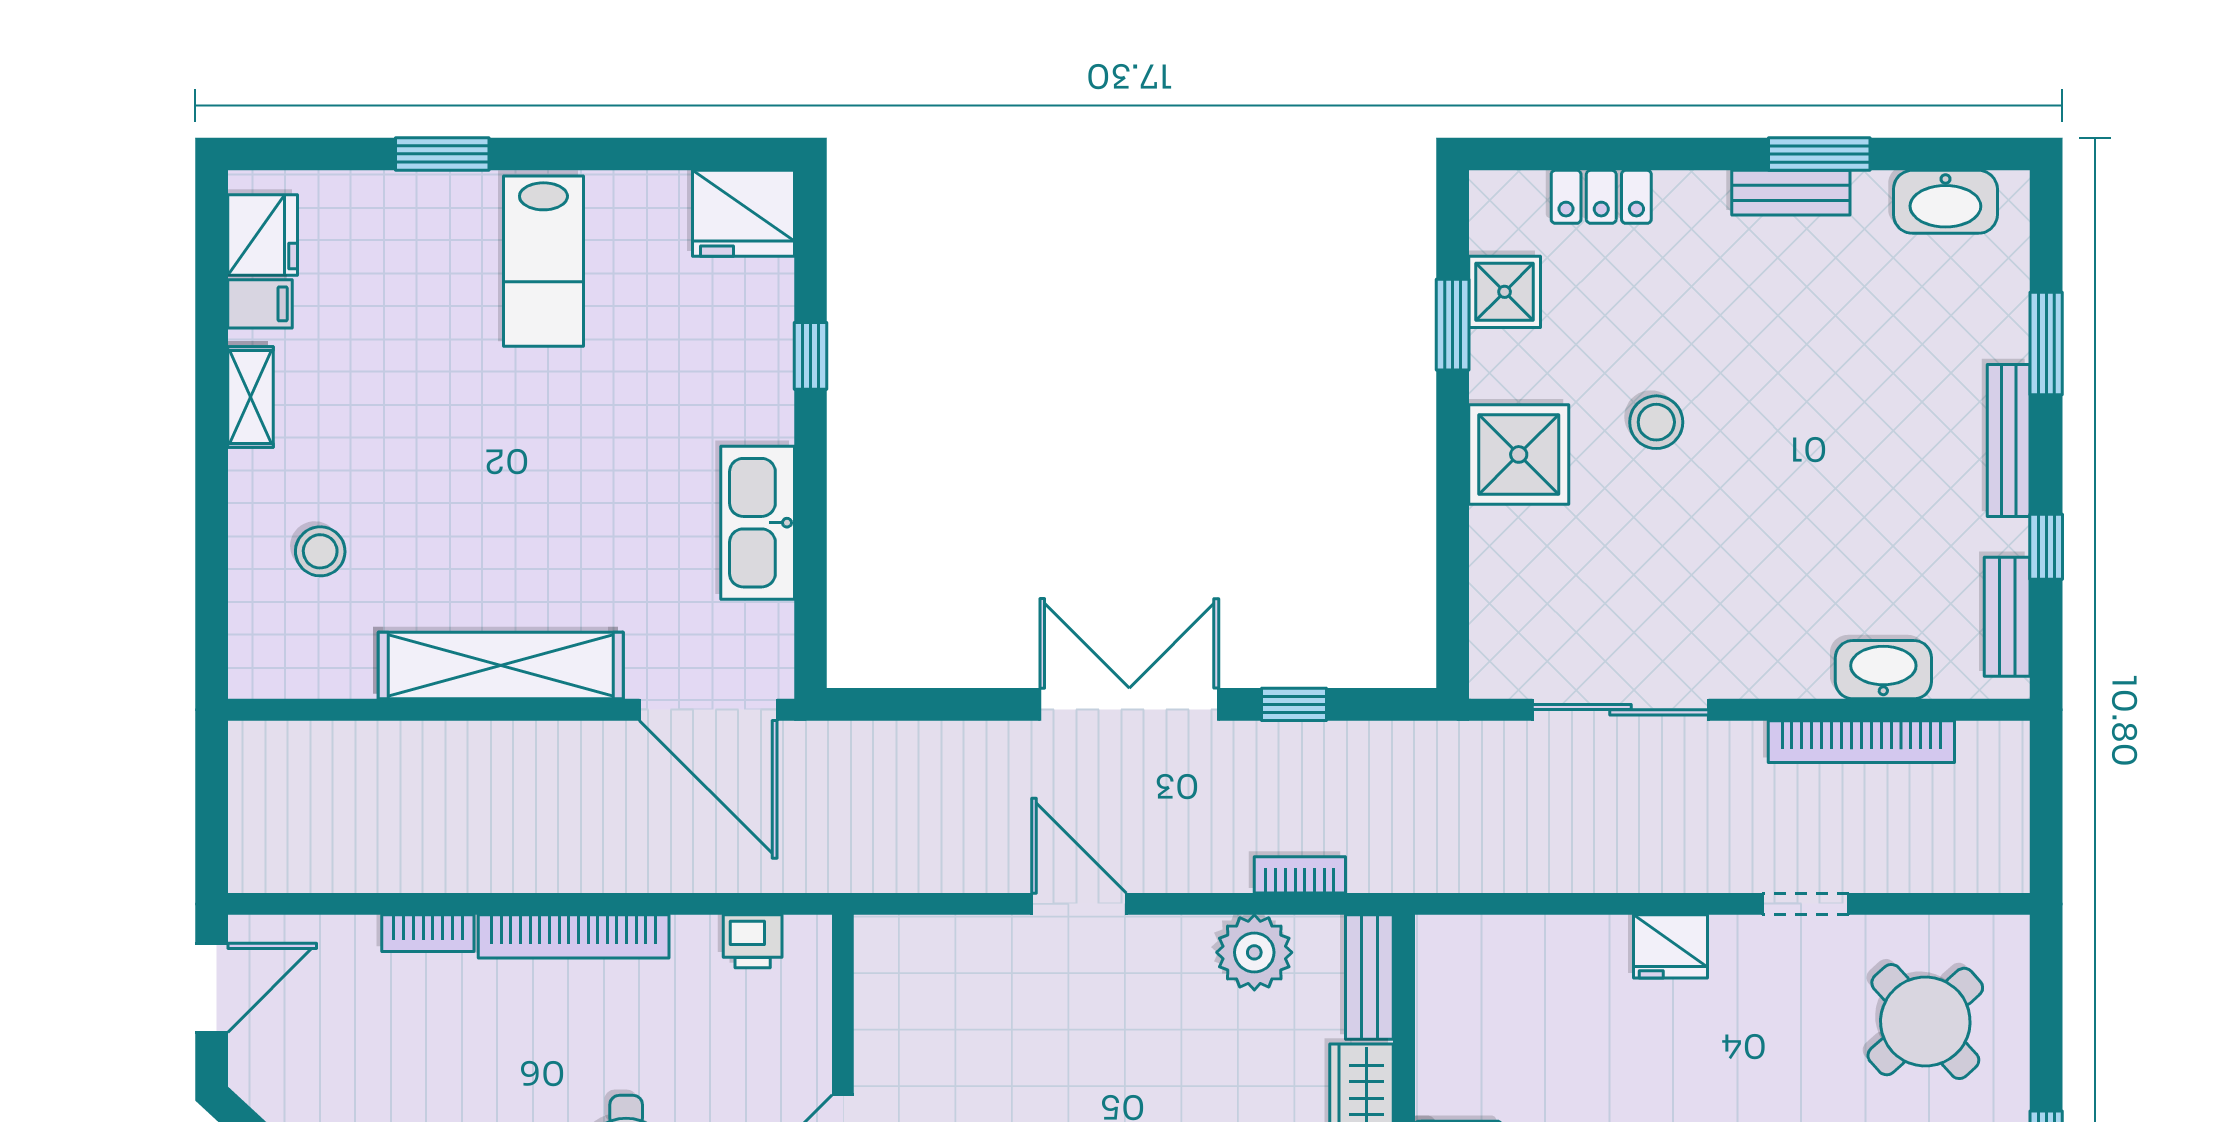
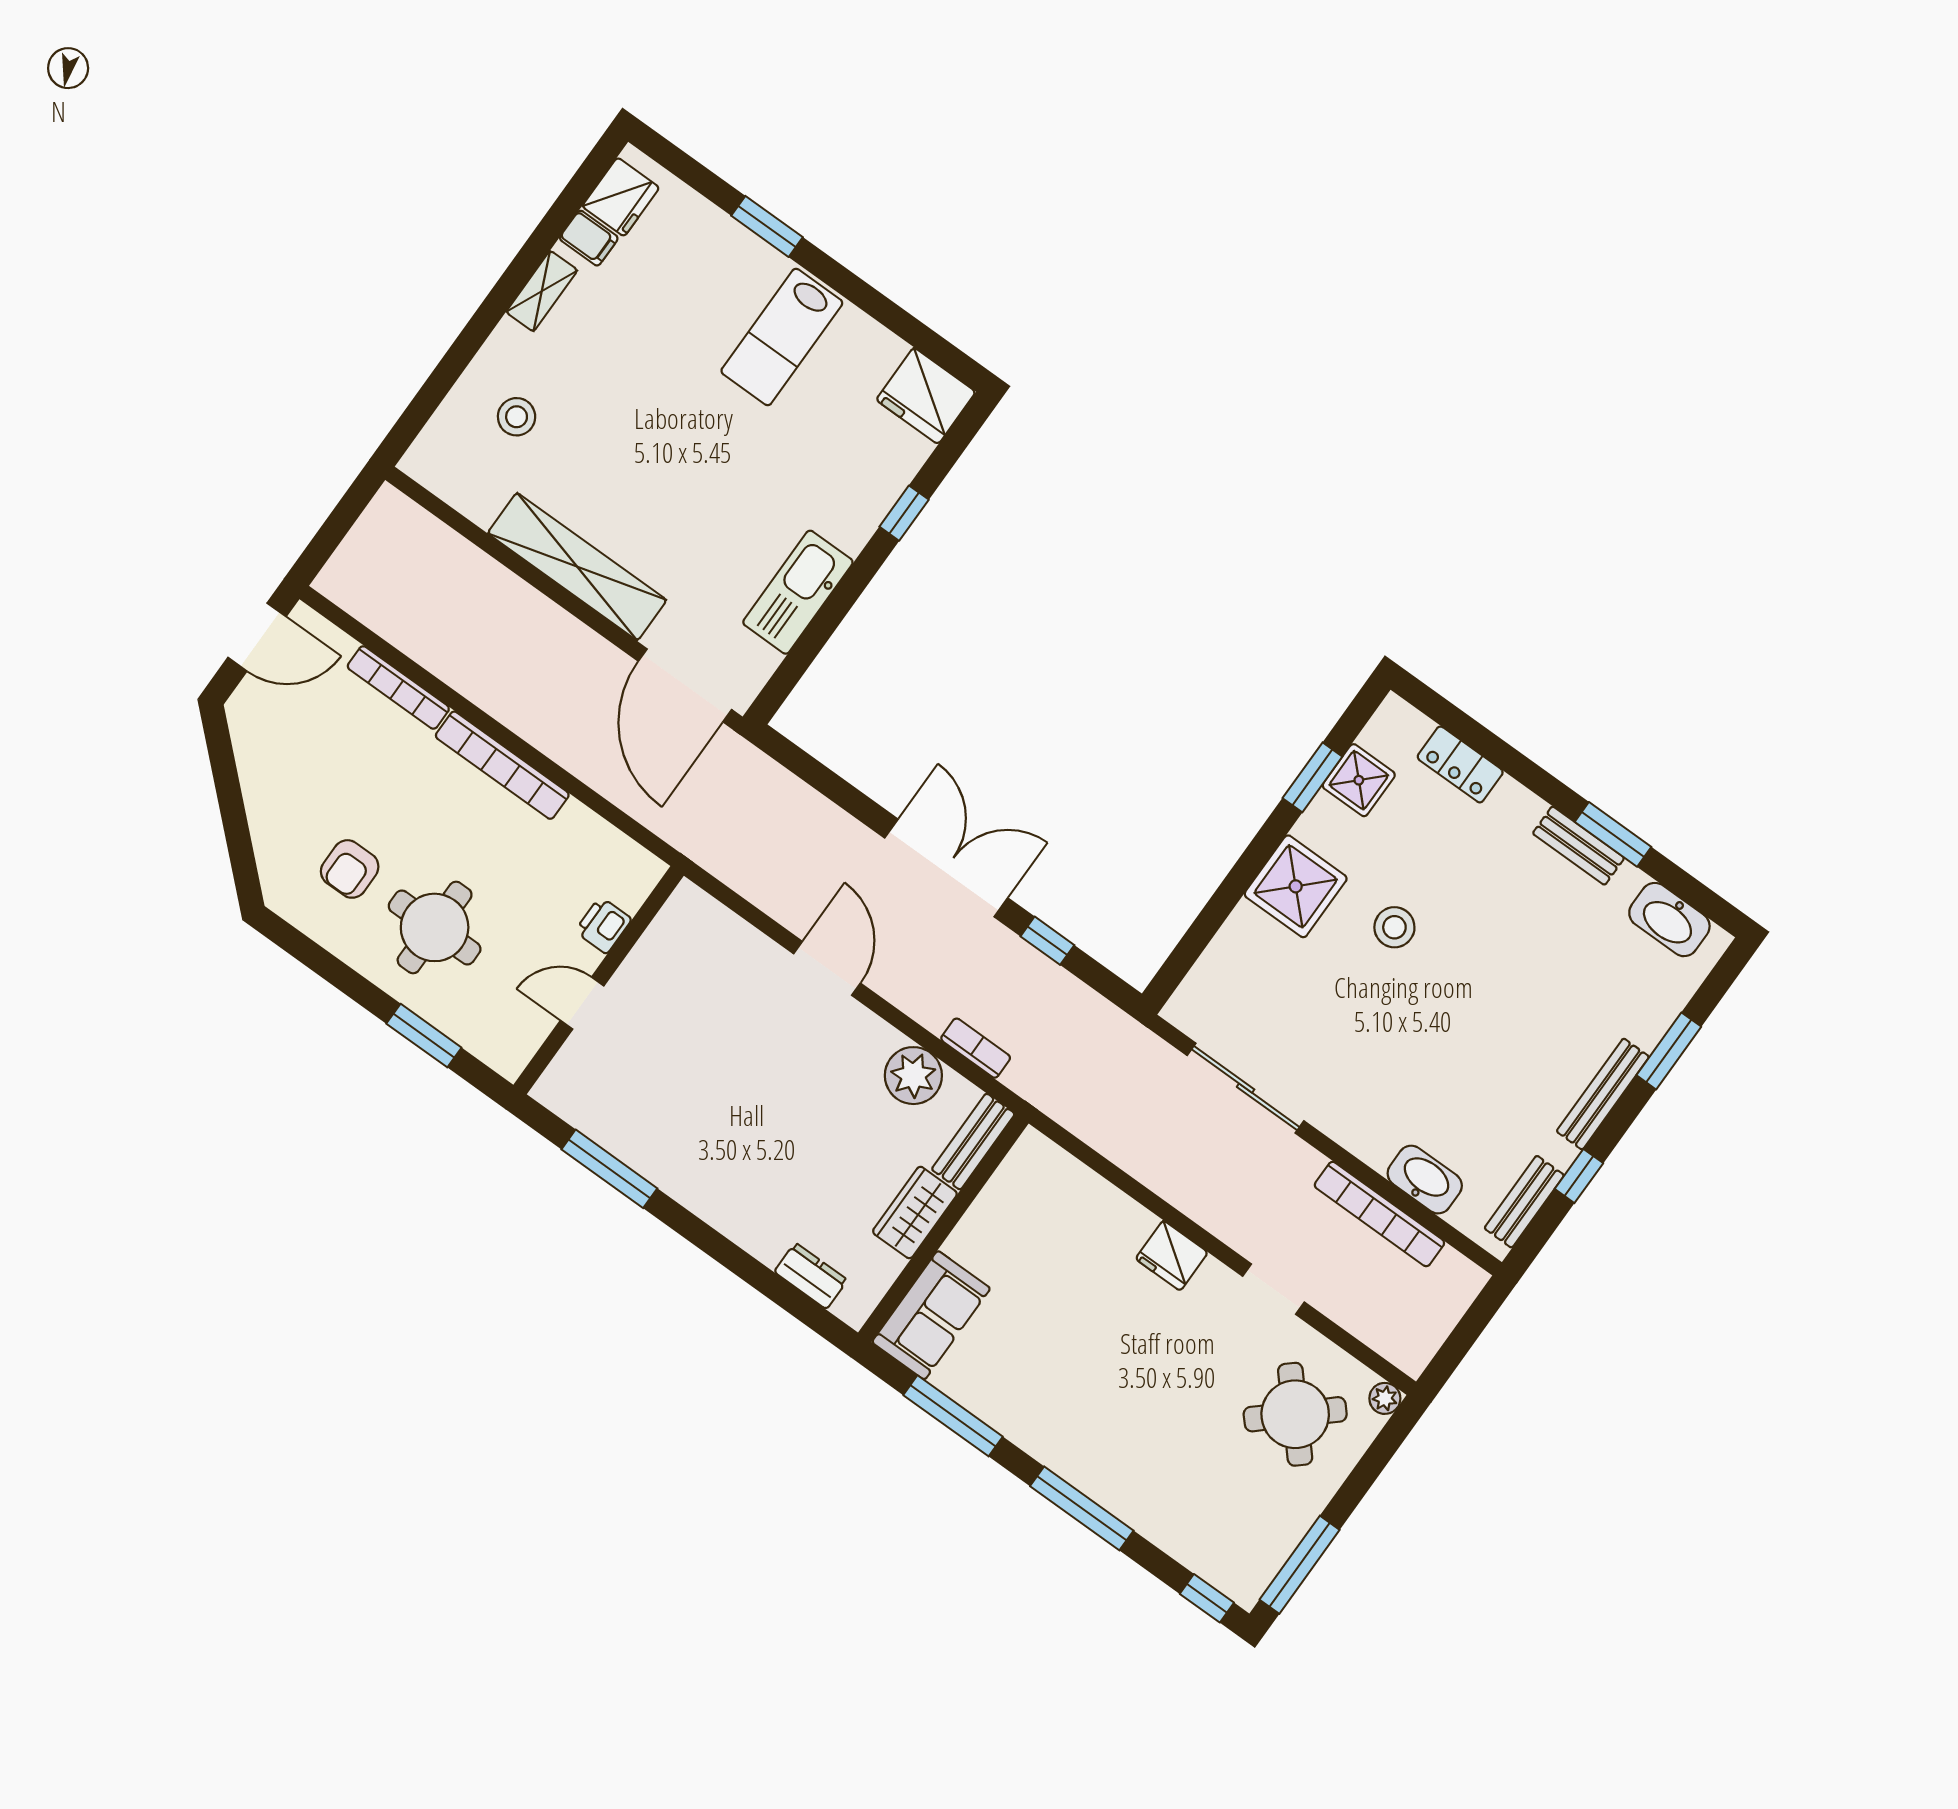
bookcase: (428, 933) -> (398, 687), width x1.56
plant: (2009, 935) -> (1385, 1398), added
printer: (753, 941) -> (603, 925), moved, turned 90

